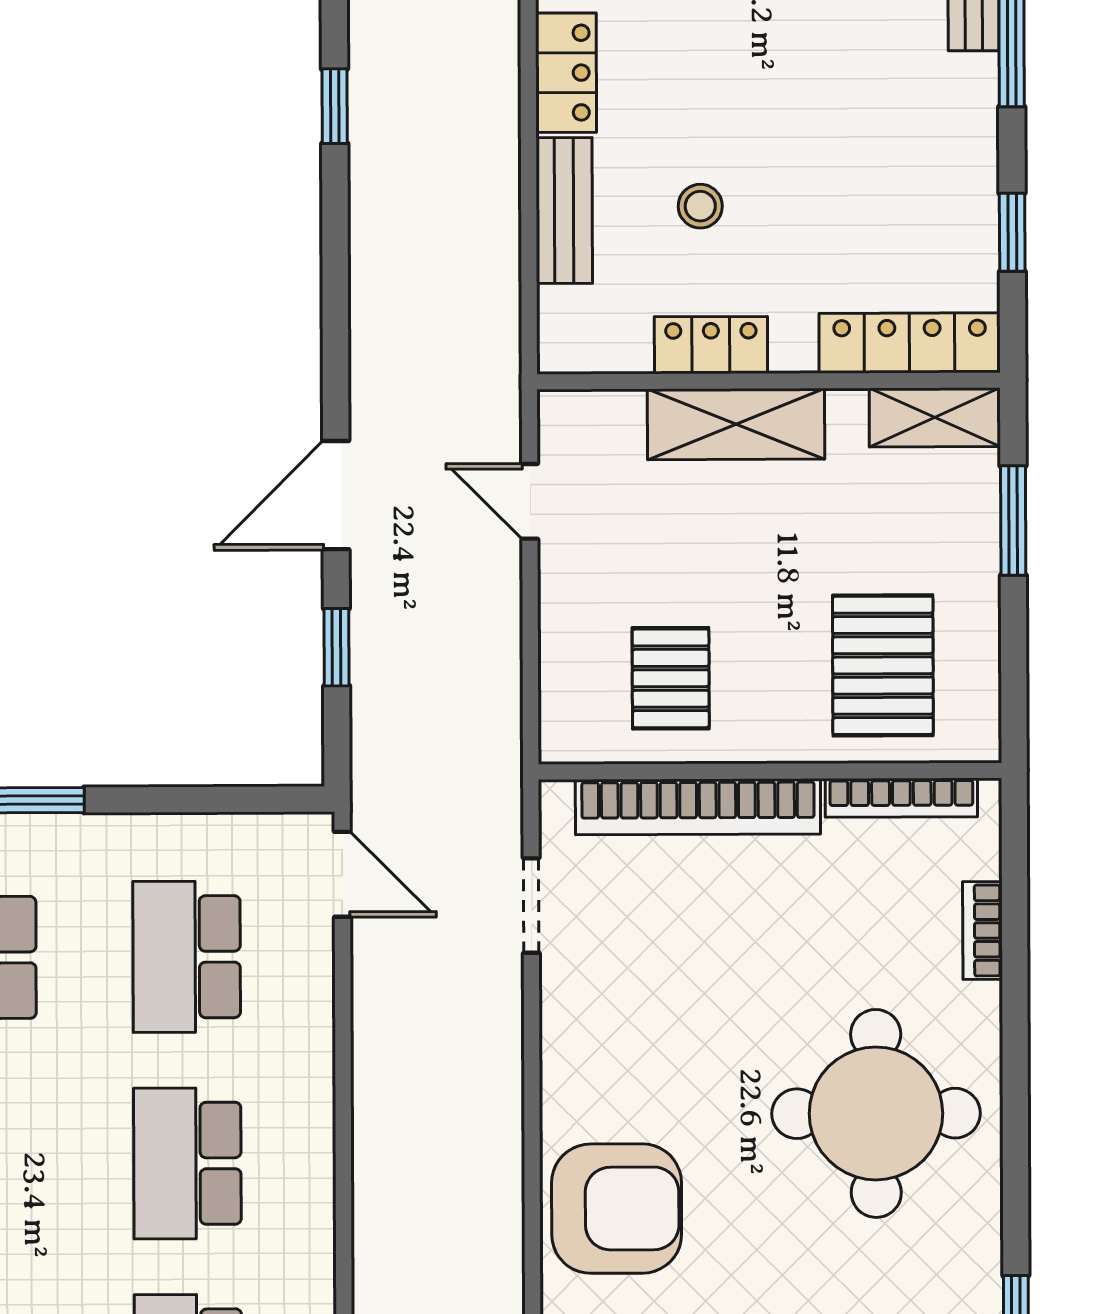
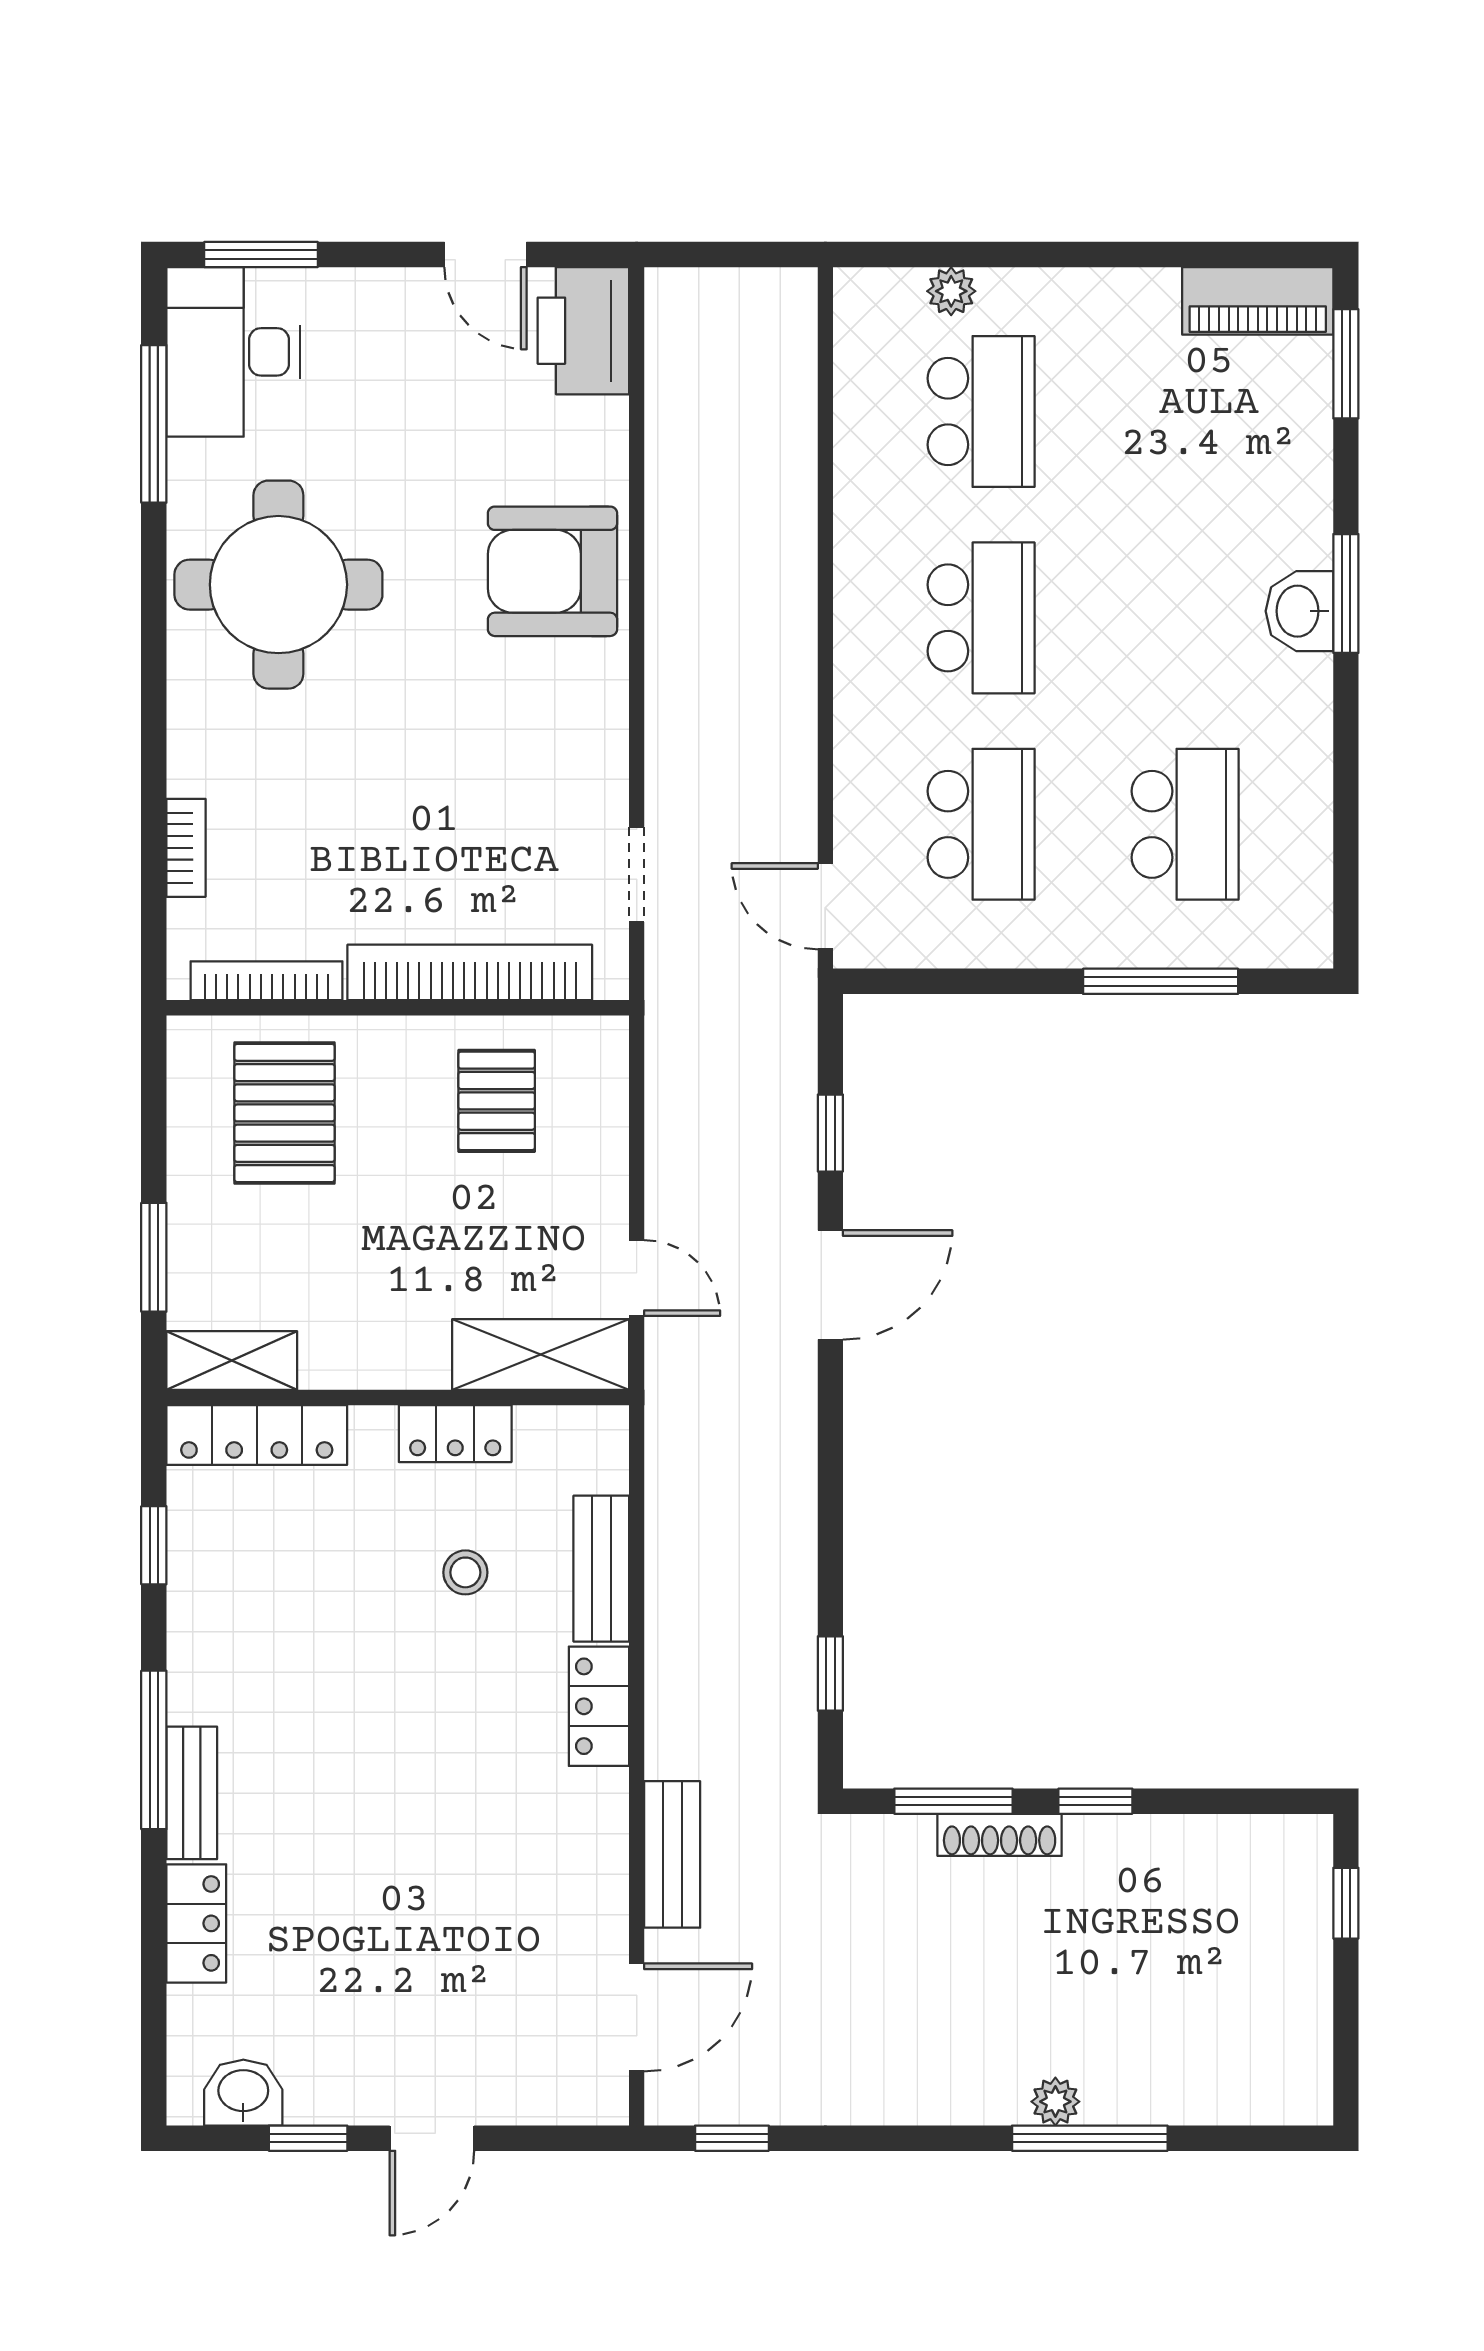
shelving: (736, 424) -> (541, 1355), moved
round table: (876, 1113) -> (278, 585), moved

